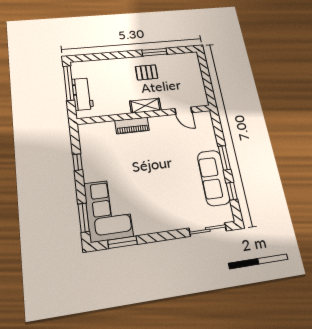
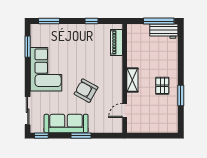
workbench: (83, 94) -> (164, 31), moved
piano: (132, 125) -> (116, 42), moved
armchair: (168, 158) -> (86, 91), added
window: (232, 191) -> (41, 136), moved
corner sofa: (108, 210) -> (46, 69), moved, turned -90

